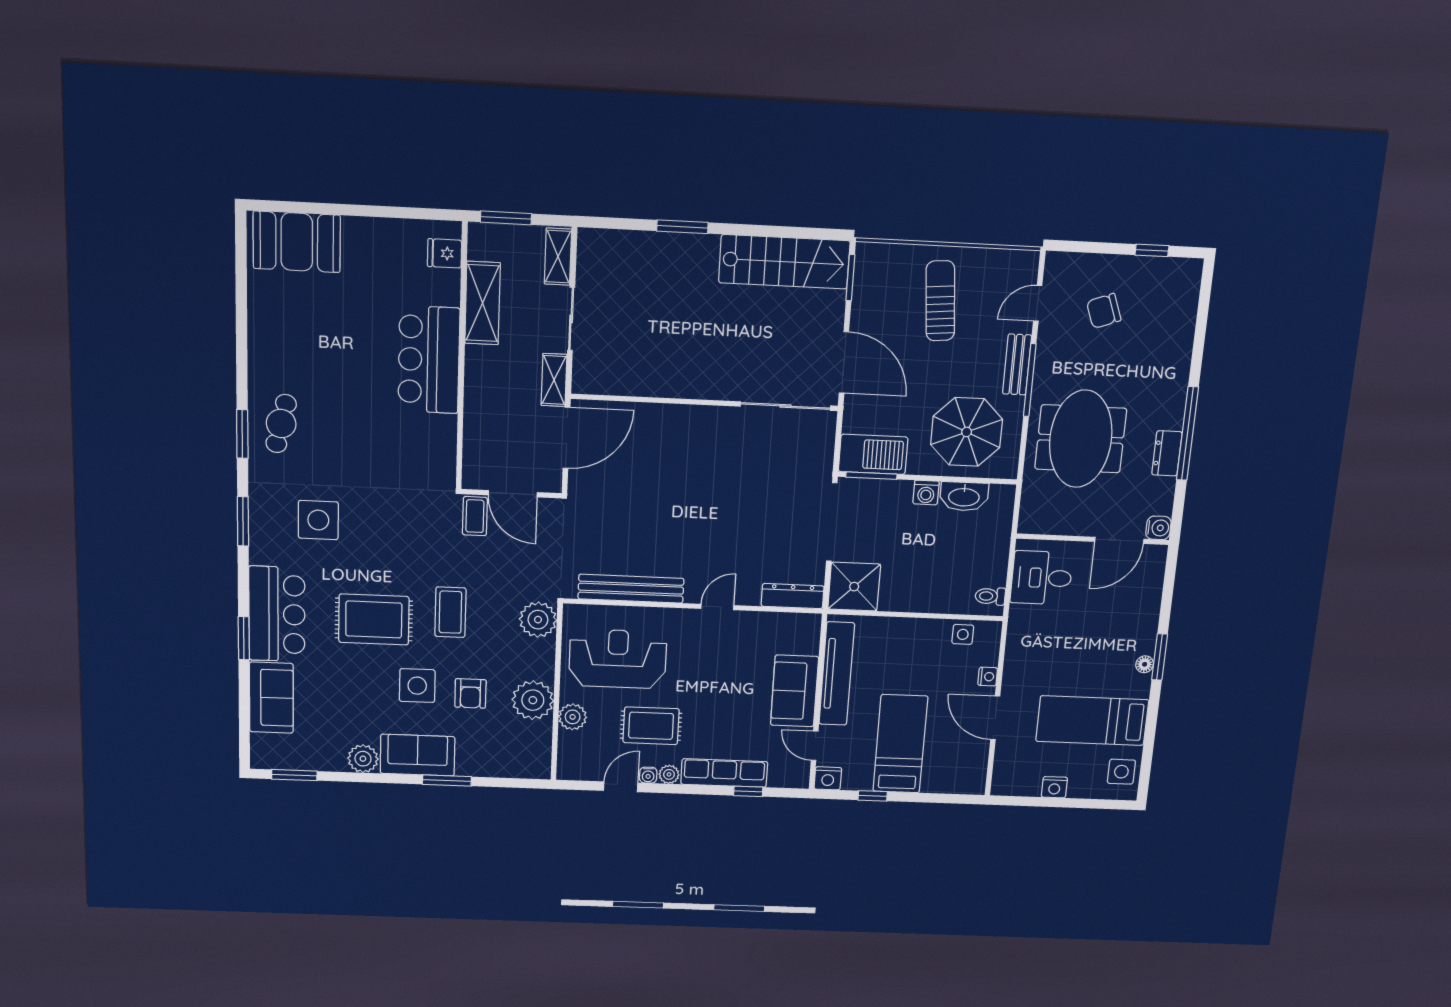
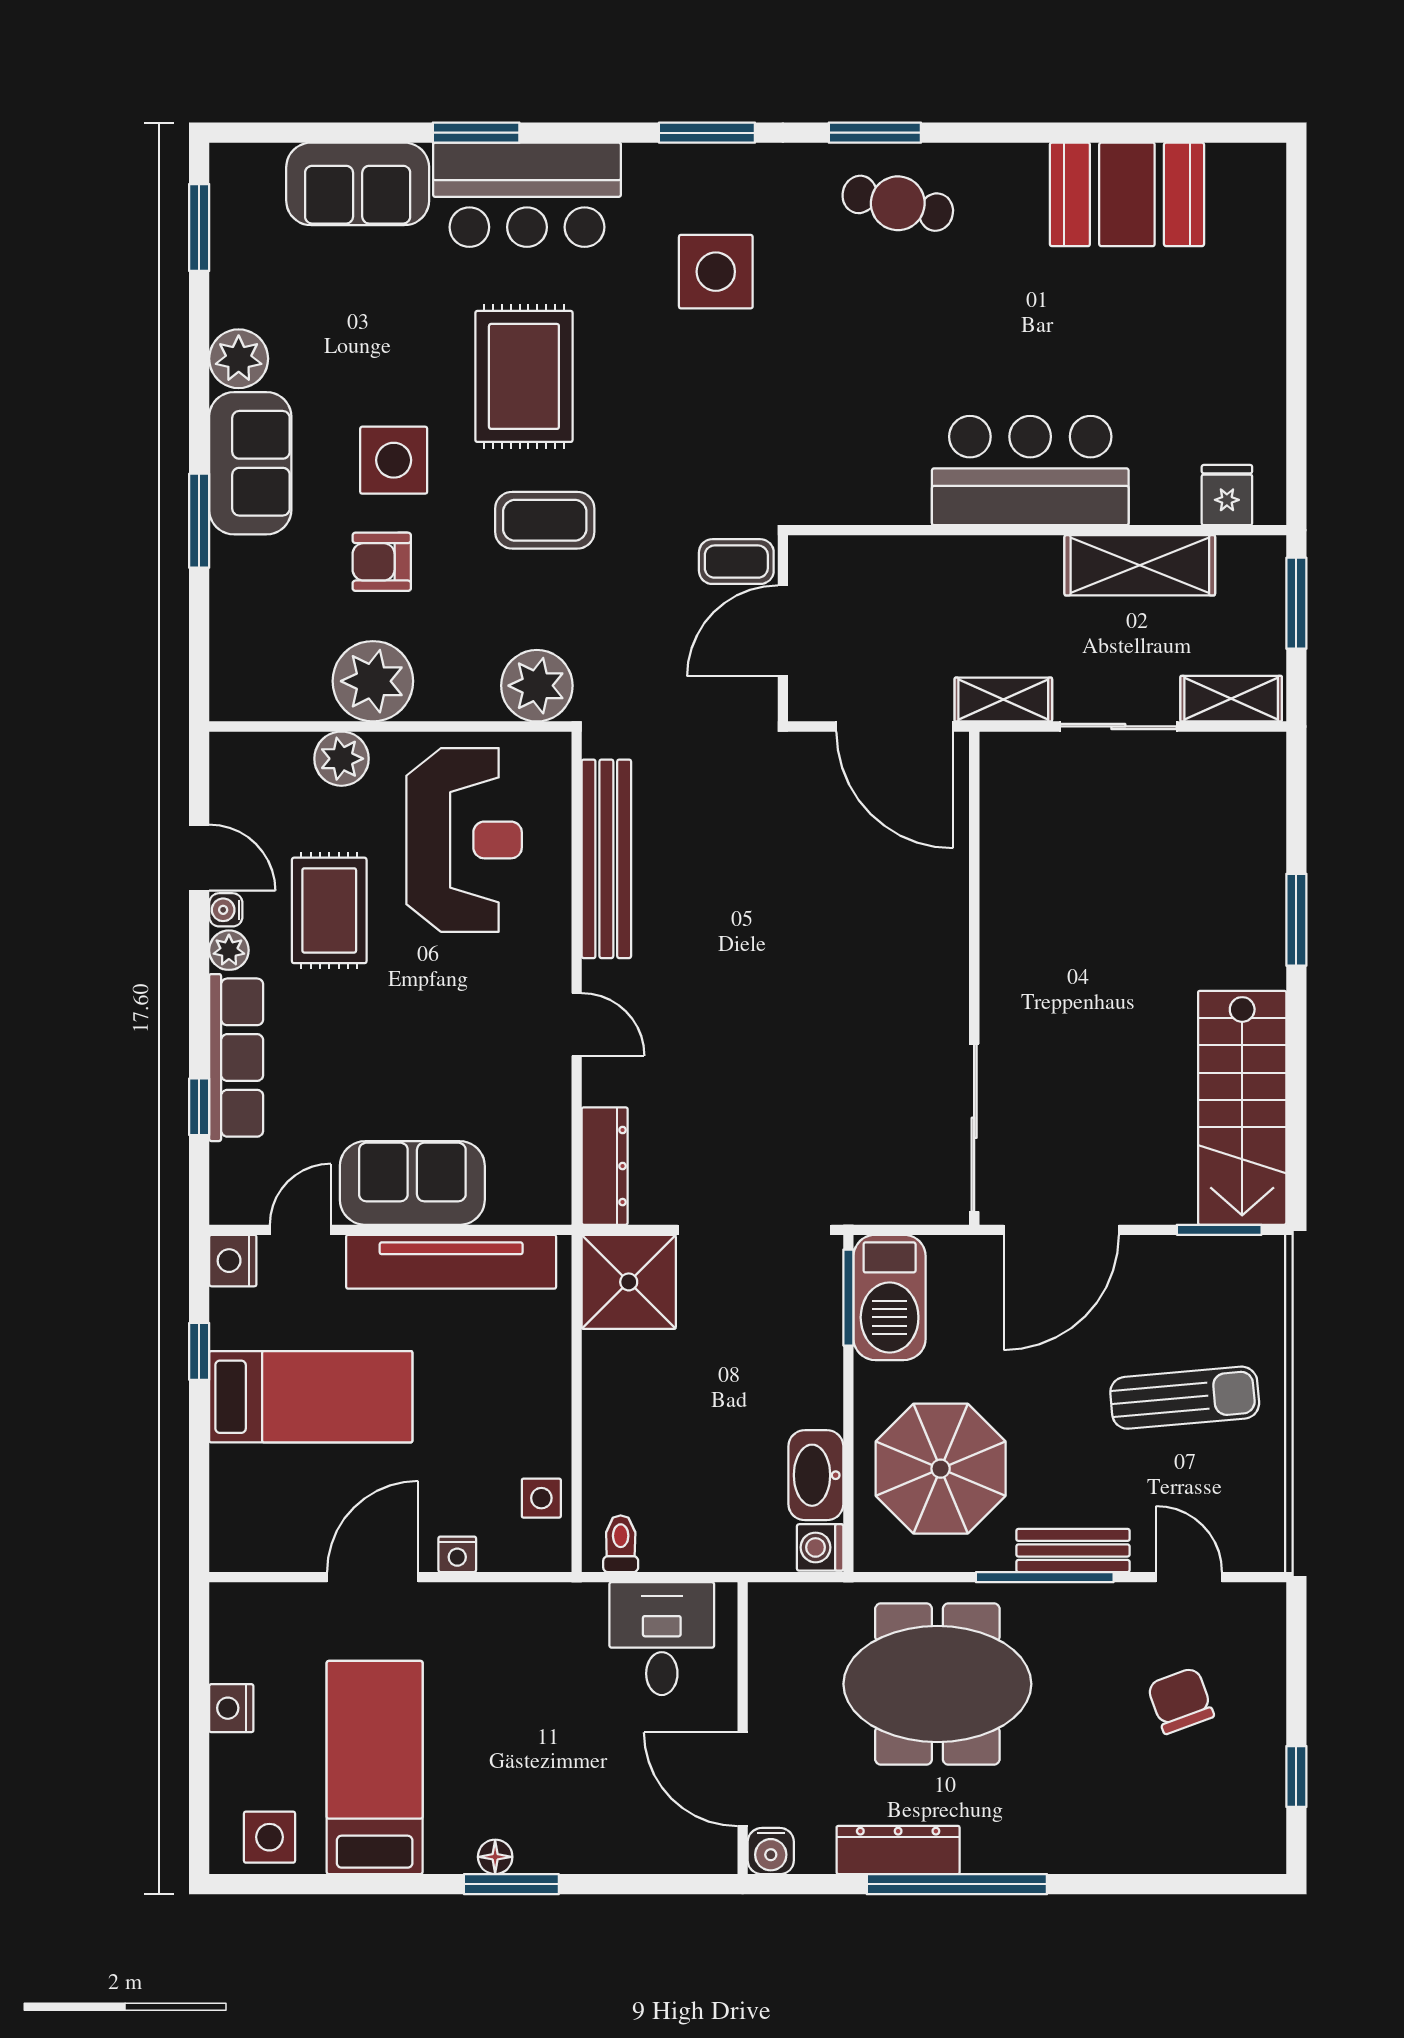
booth: (297, 242) -> (1127, 194), moved, turned 90
dresser: (1167, 453) -> (898, 1850), width x1.44
washing machine: (926, 493) -> (820, 1547), moved

